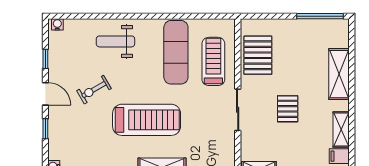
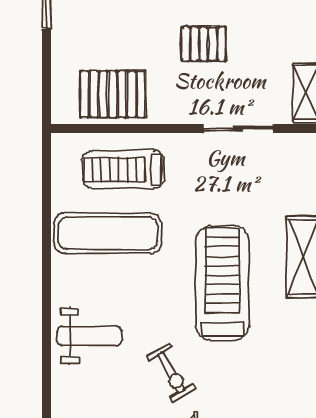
weight bench: (115, 41) -> (89, 336), turned -90
sliding door: (238, 110) -> (239, 128), moved

